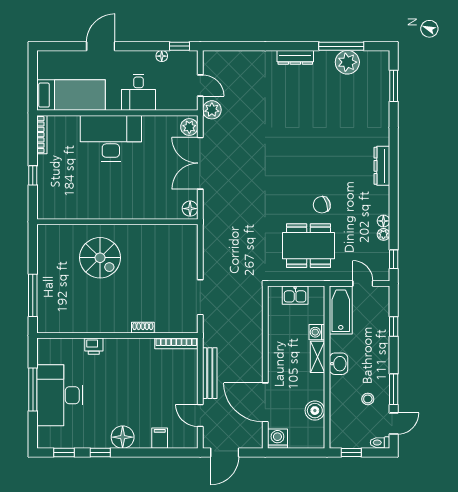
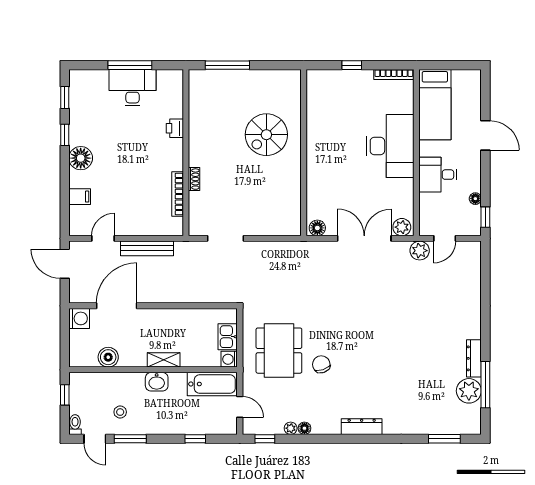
dresser: (295, 57) -> (474, 358), moved
door: (363, 283) -> (240, 407), hinge flipped
washing machine: (317, 332) -> (229, 359), moved, turned -90
bookcase: (176, 343) -> (178, 194), moved
desk: (60, 395) -> (133, 88), width x0.73, depth x0.77

